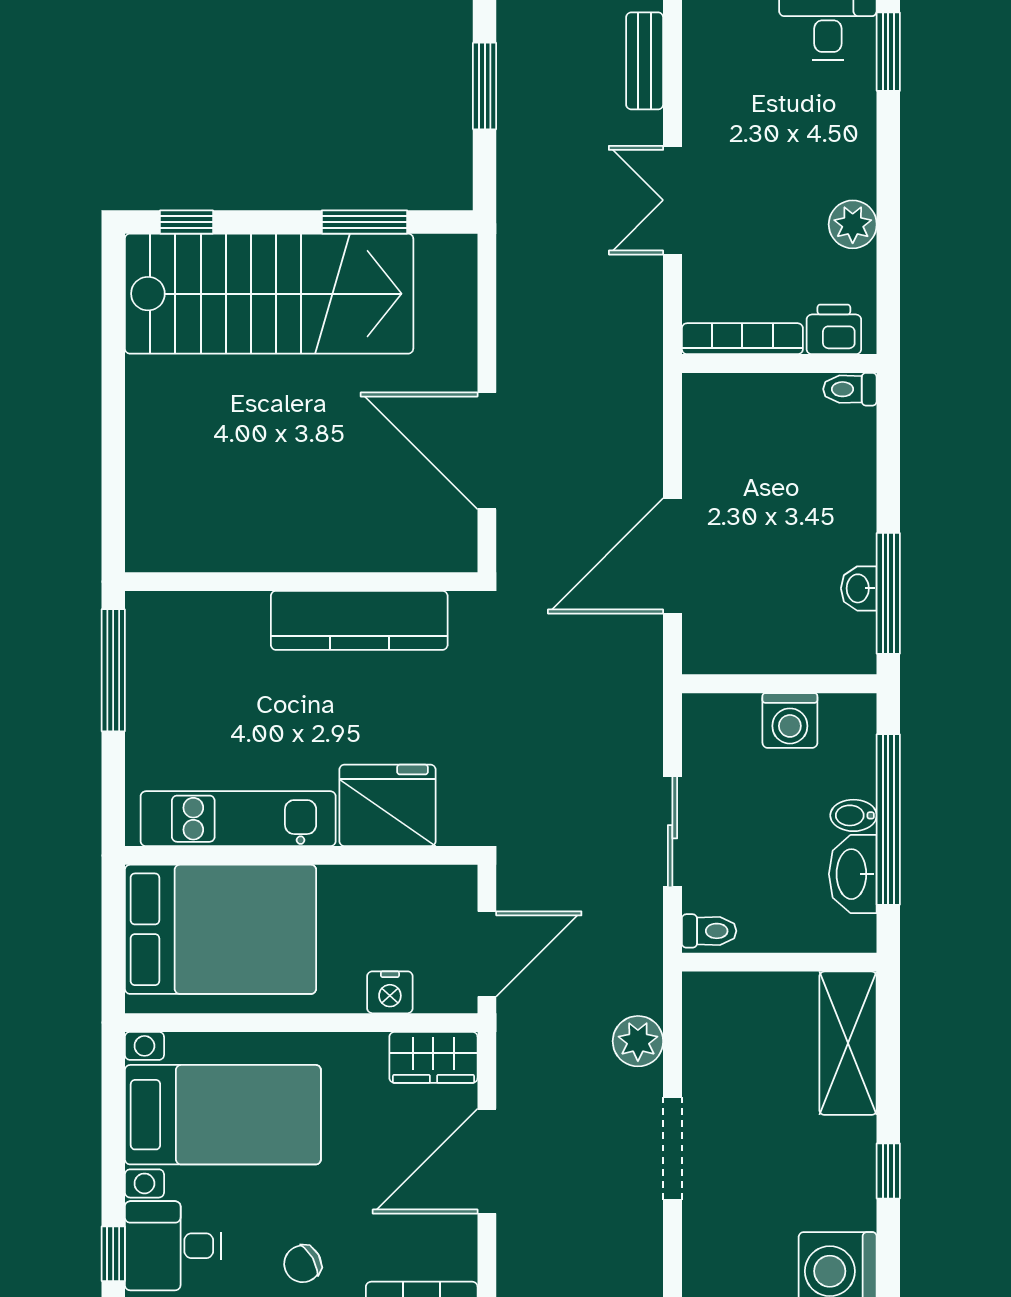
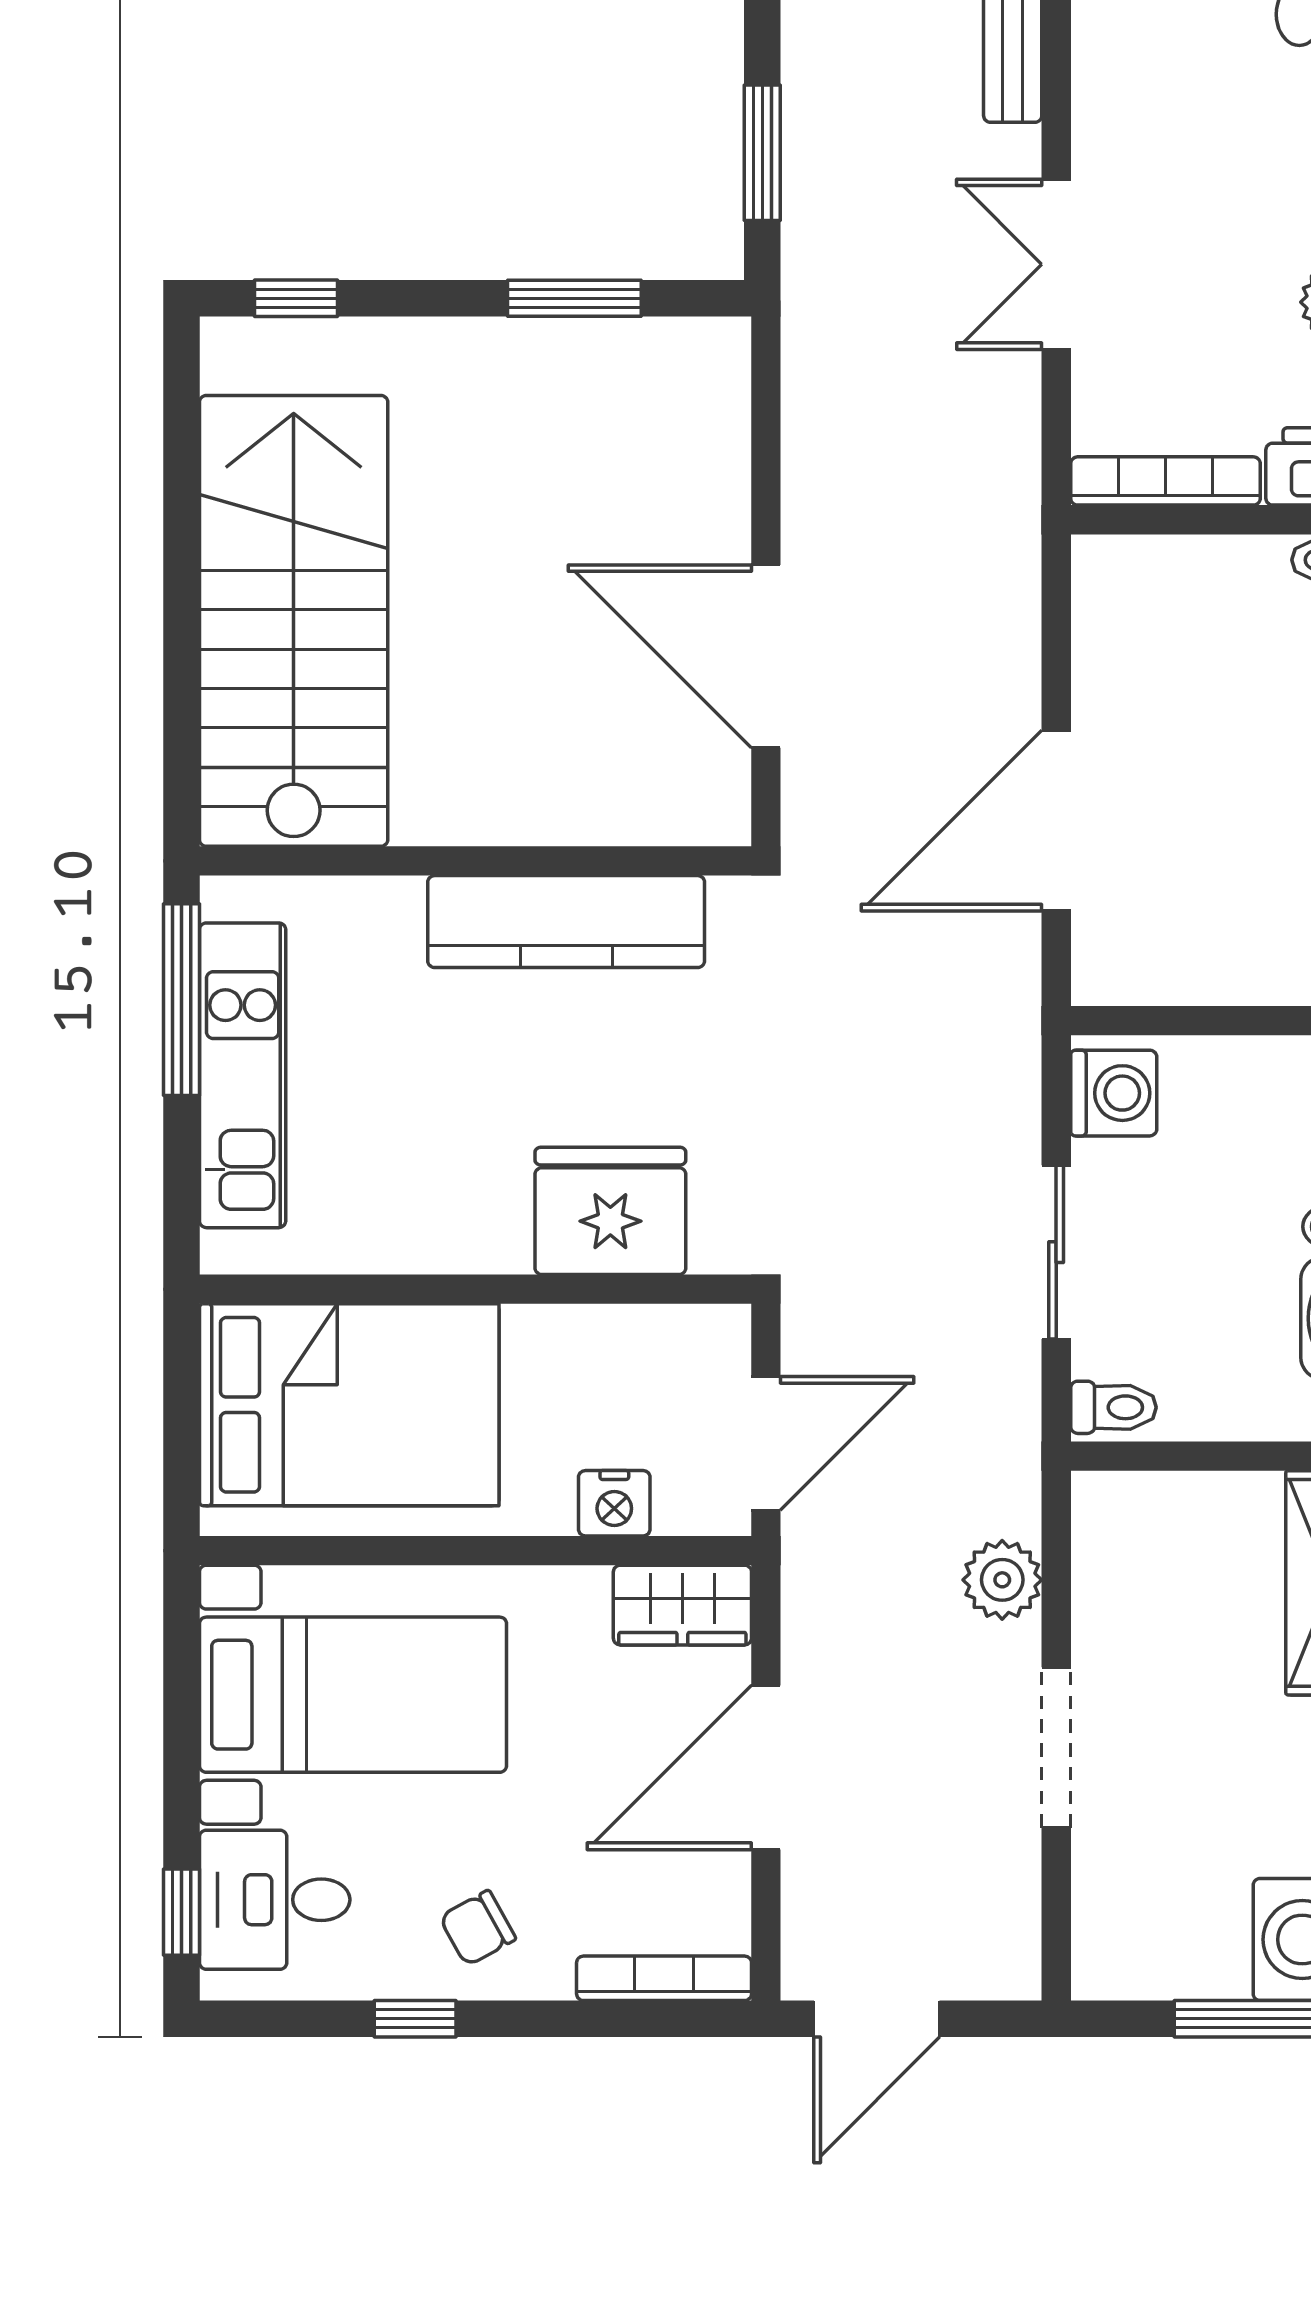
window: (485, 86) -> (762, 153), moved
stairs: (269, 294) -> (294, 621), moved, turned -90
washing machine: (790, 720) -> (1114, 1093), moved, turned -90
kitchen unit: (238, 819) -> (243, 1075), moved, turned 90

